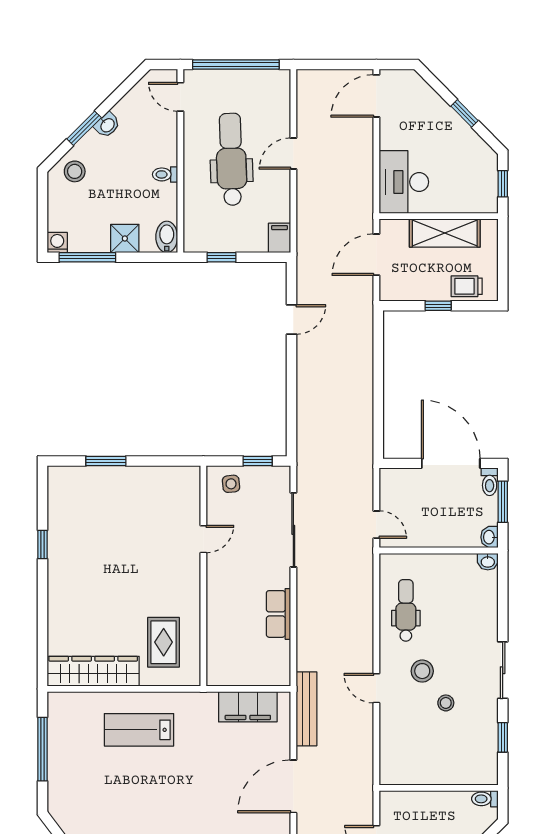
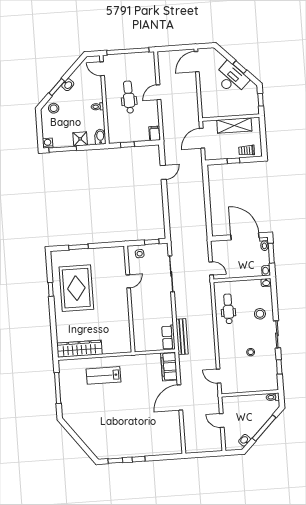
dental chair: (231, 159) -> (129, 97), width x0.73, depth x0.72
desk: (404, 182) -> (231, 78), moved, turned 135
row of seats: (278, 614) -> (168, 337), moved
rug: (164, 642) -> (76, 288), moved, width x1.86, depth x2.06
stool: (422, 671) -> (260, 314), moved
door: (376, 688) -> (219, 376), moved
filing cabinet: (248, 707) -> (169, 367), moved, turned 90
bench: (306, 709) -> (182, 337), moved

